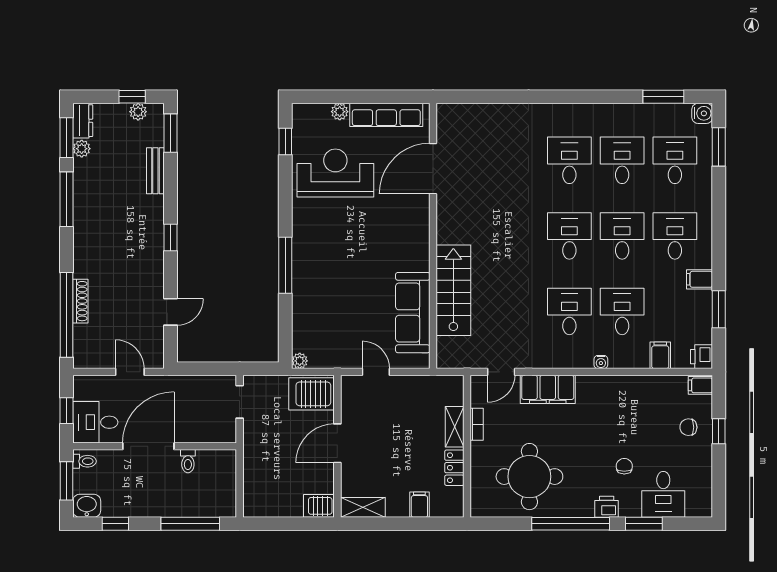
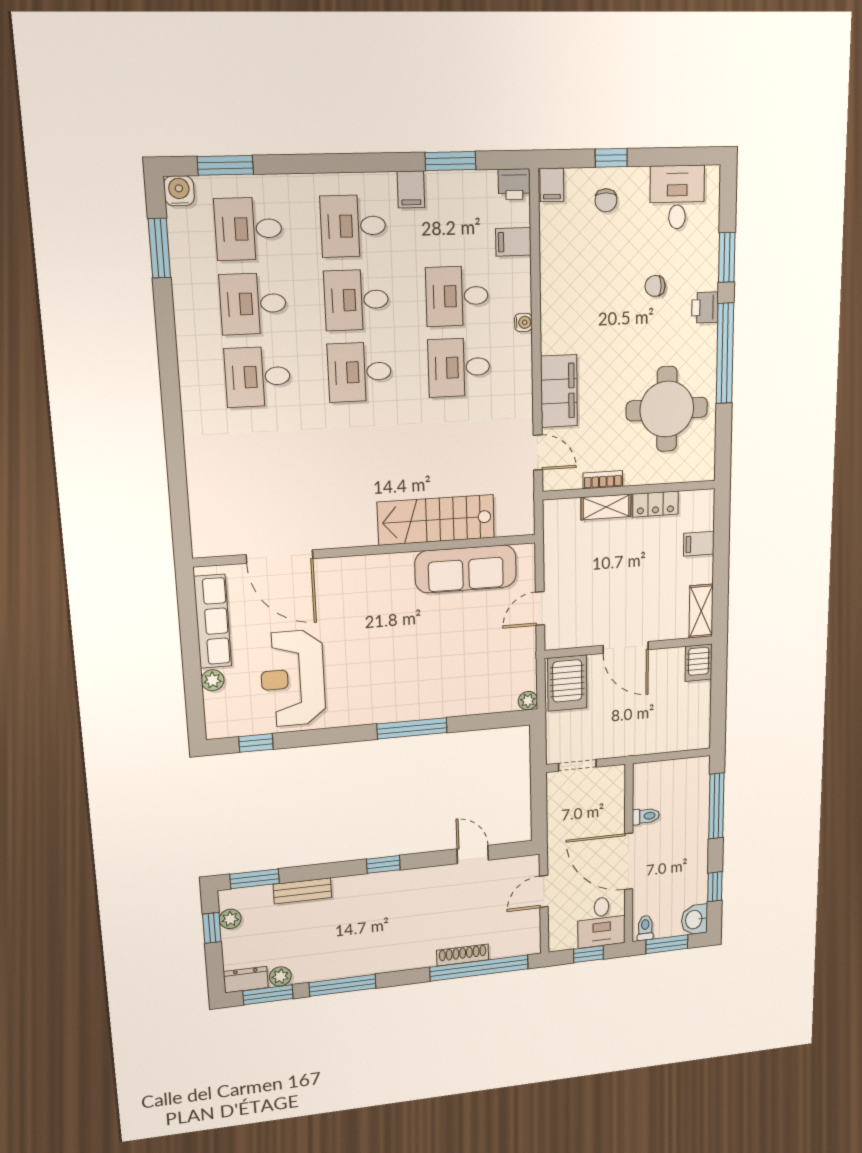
desk: (663, 494) -> (677, 197), moved, turned -90

